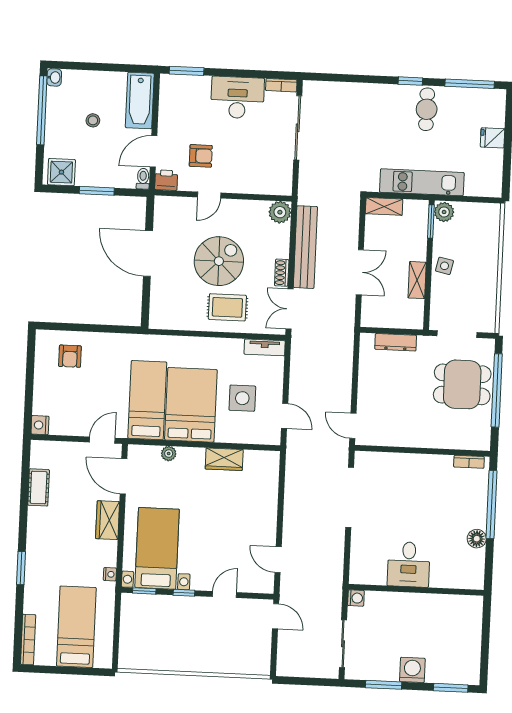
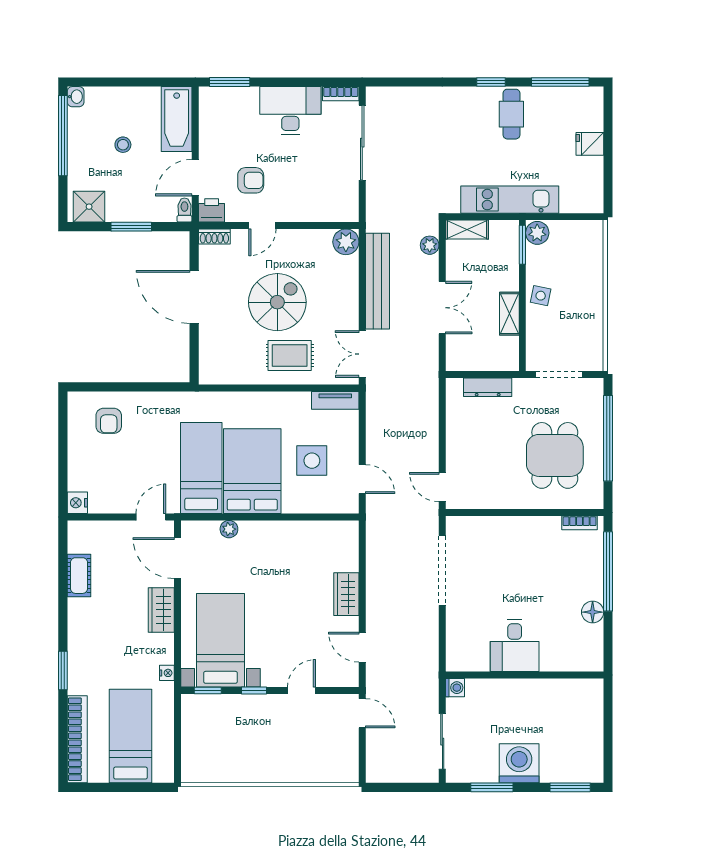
plant: (352, 218) -> (430, 245), added
shoe rack: (282, 273) -> (214, 237), moved, turned -90
dining table: (462, 384) -> (555, 455), moved, turned 90
wardrobe: (224, 459) -> (346, 594), moved, turned 90
bookcase: (28, 640) -> (77, 739), width x1.48, depth x1.31
washing machine: (412, 670) -> (519, 763), width x1.37, depth x1.37

